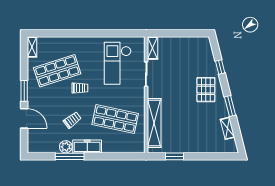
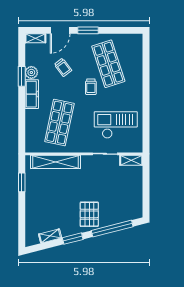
shelving: (32, 47) -> (35, 38), moved
window: (220, 67) -> (112, 229), width x3.17
pallet: (206, 90) -> (89, 214), turned 90
trolley: (72, 120) -> (63, 67), moved
window: (70, 156) -> (22, 76), width x0.69

